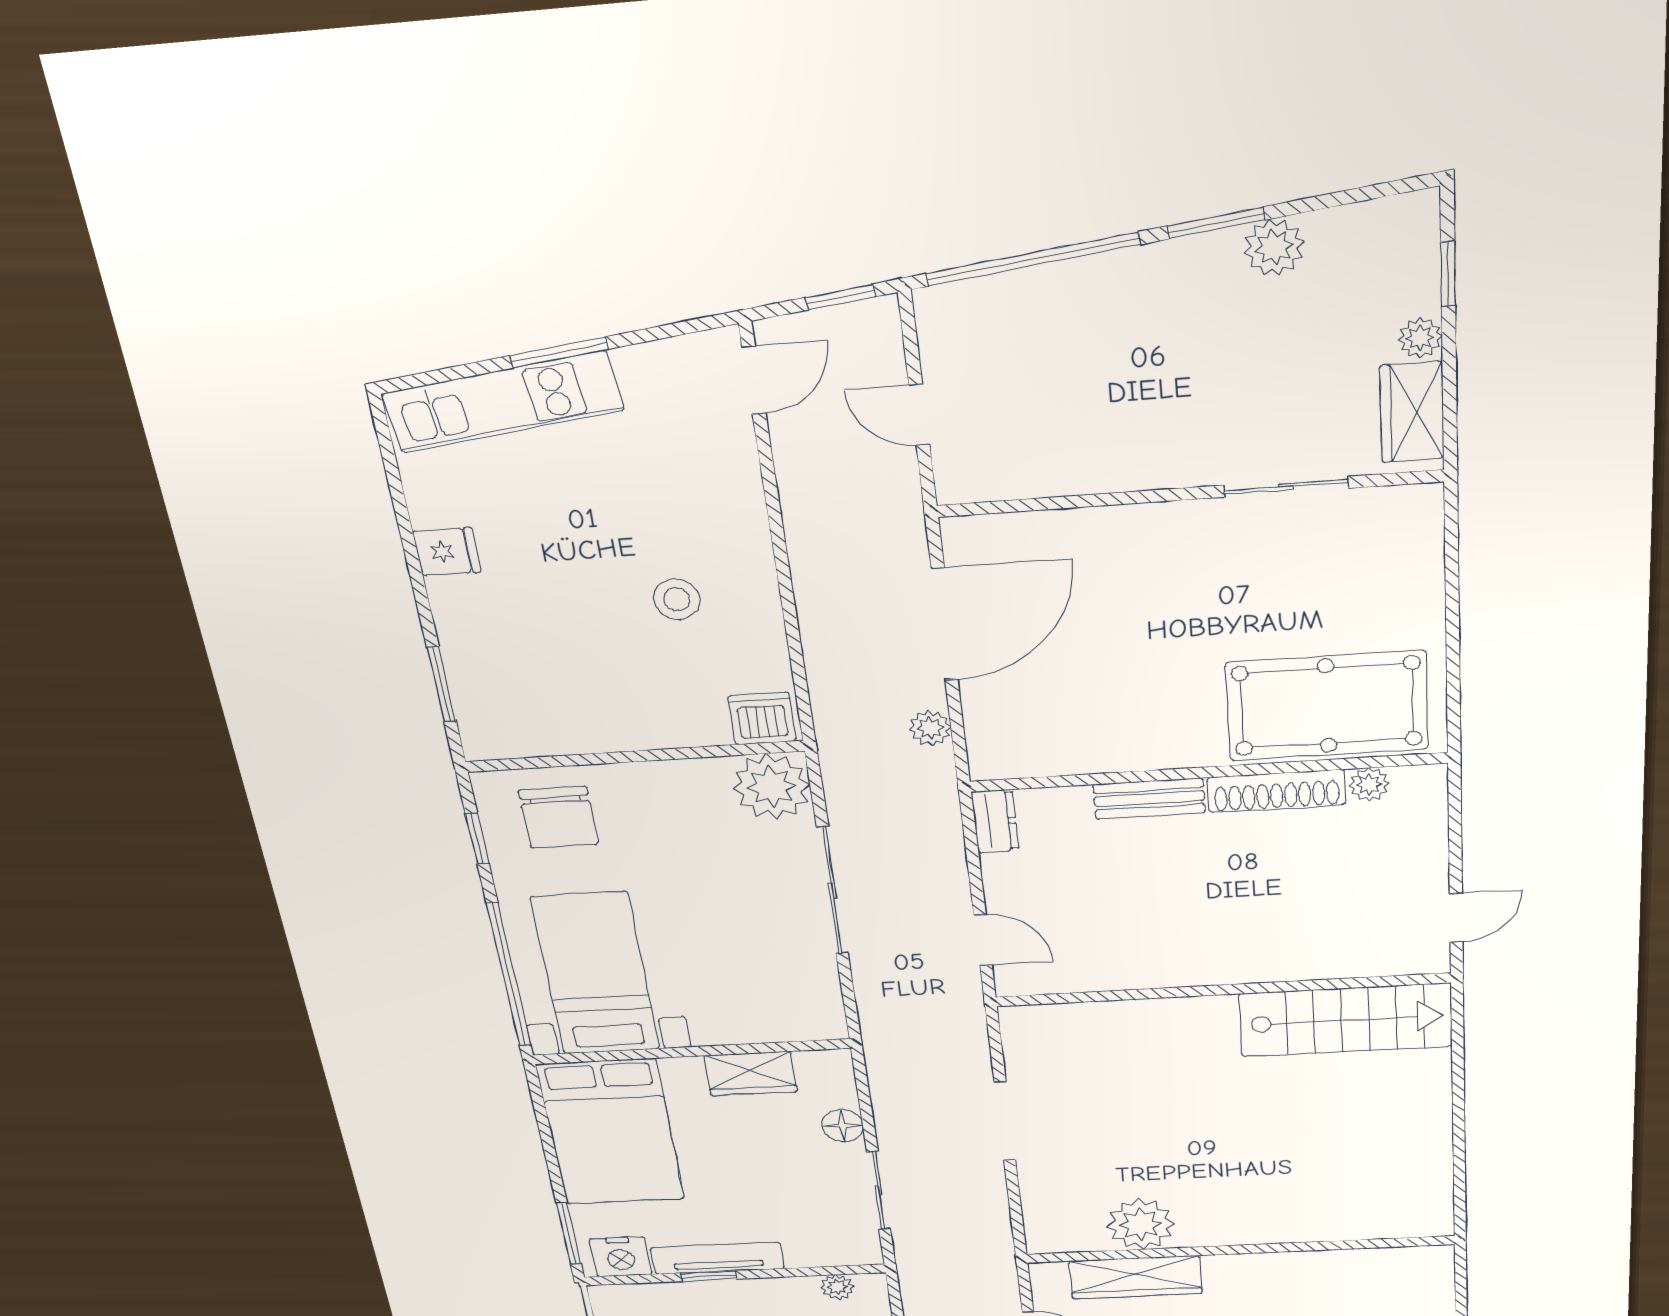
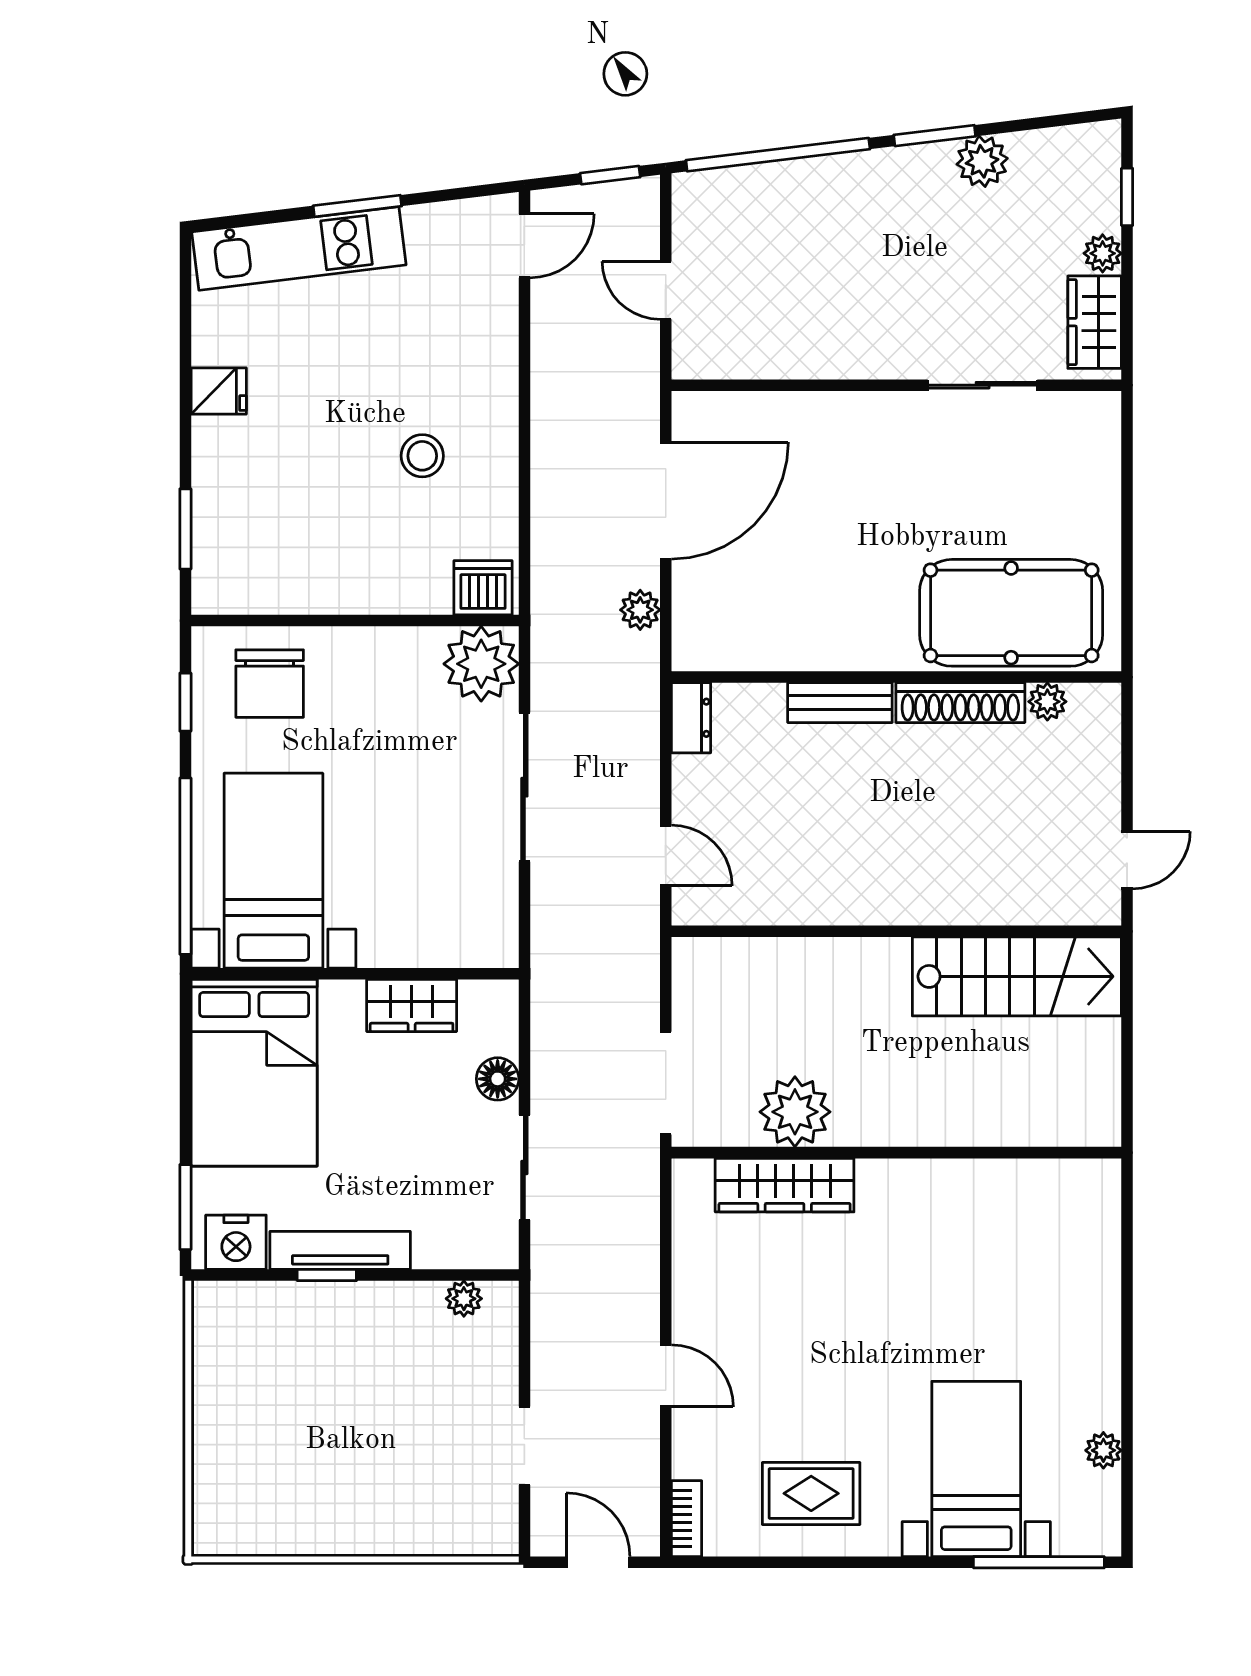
plant: (1141, 1224) -> (795, 1112), moved
wall: (1239, 1249) -> (896, 1153), moved
wardrobe: (1136, 1277) -> (785, 1185), moved

